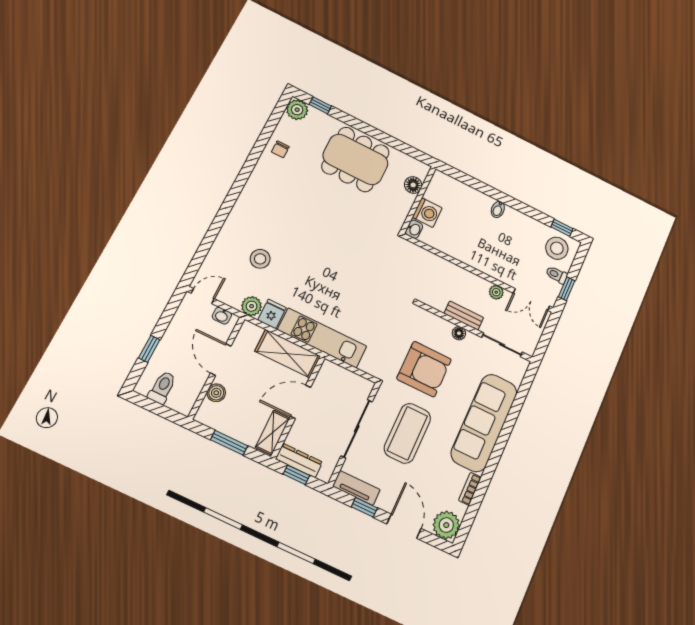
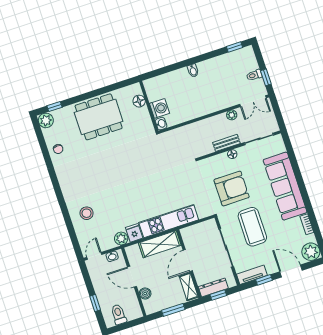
stool: (557, 248) -> (242, 61), removed
stool: (260, 259) -> (87, 213), moved

